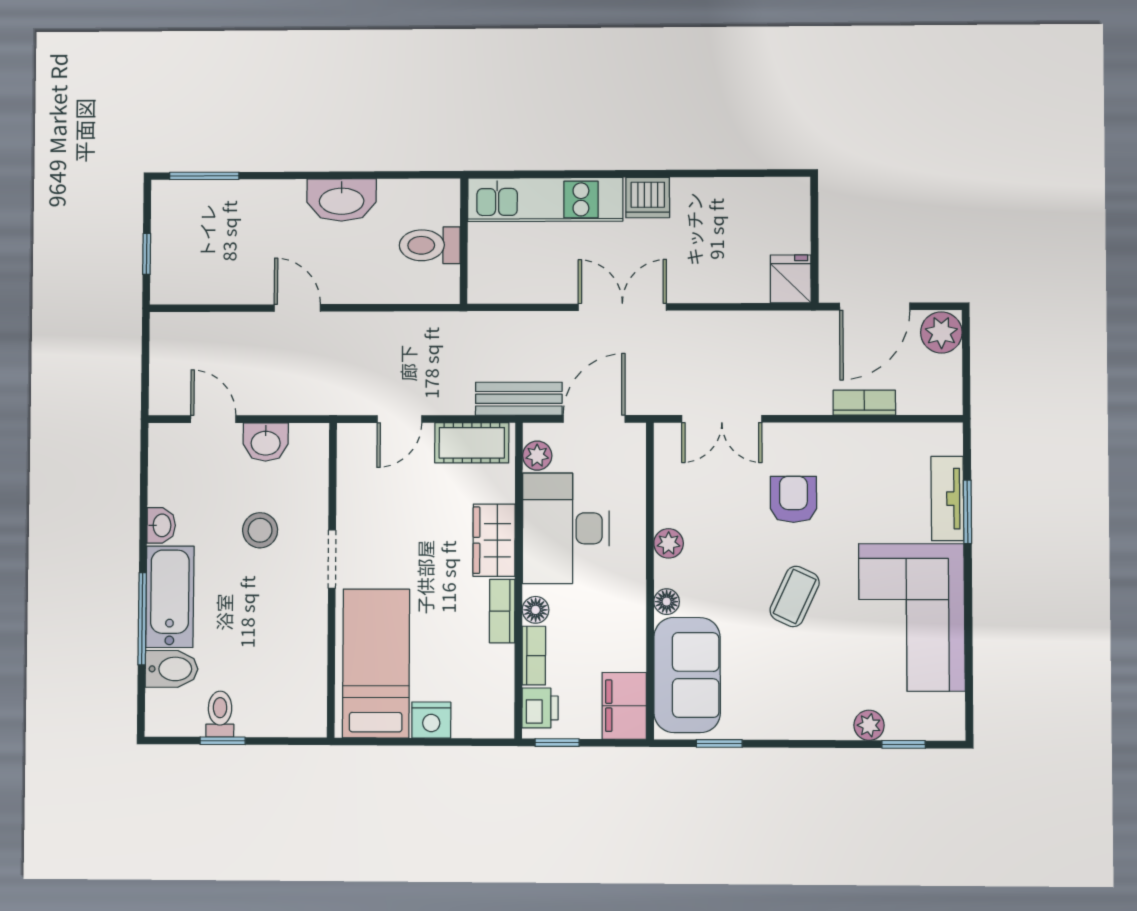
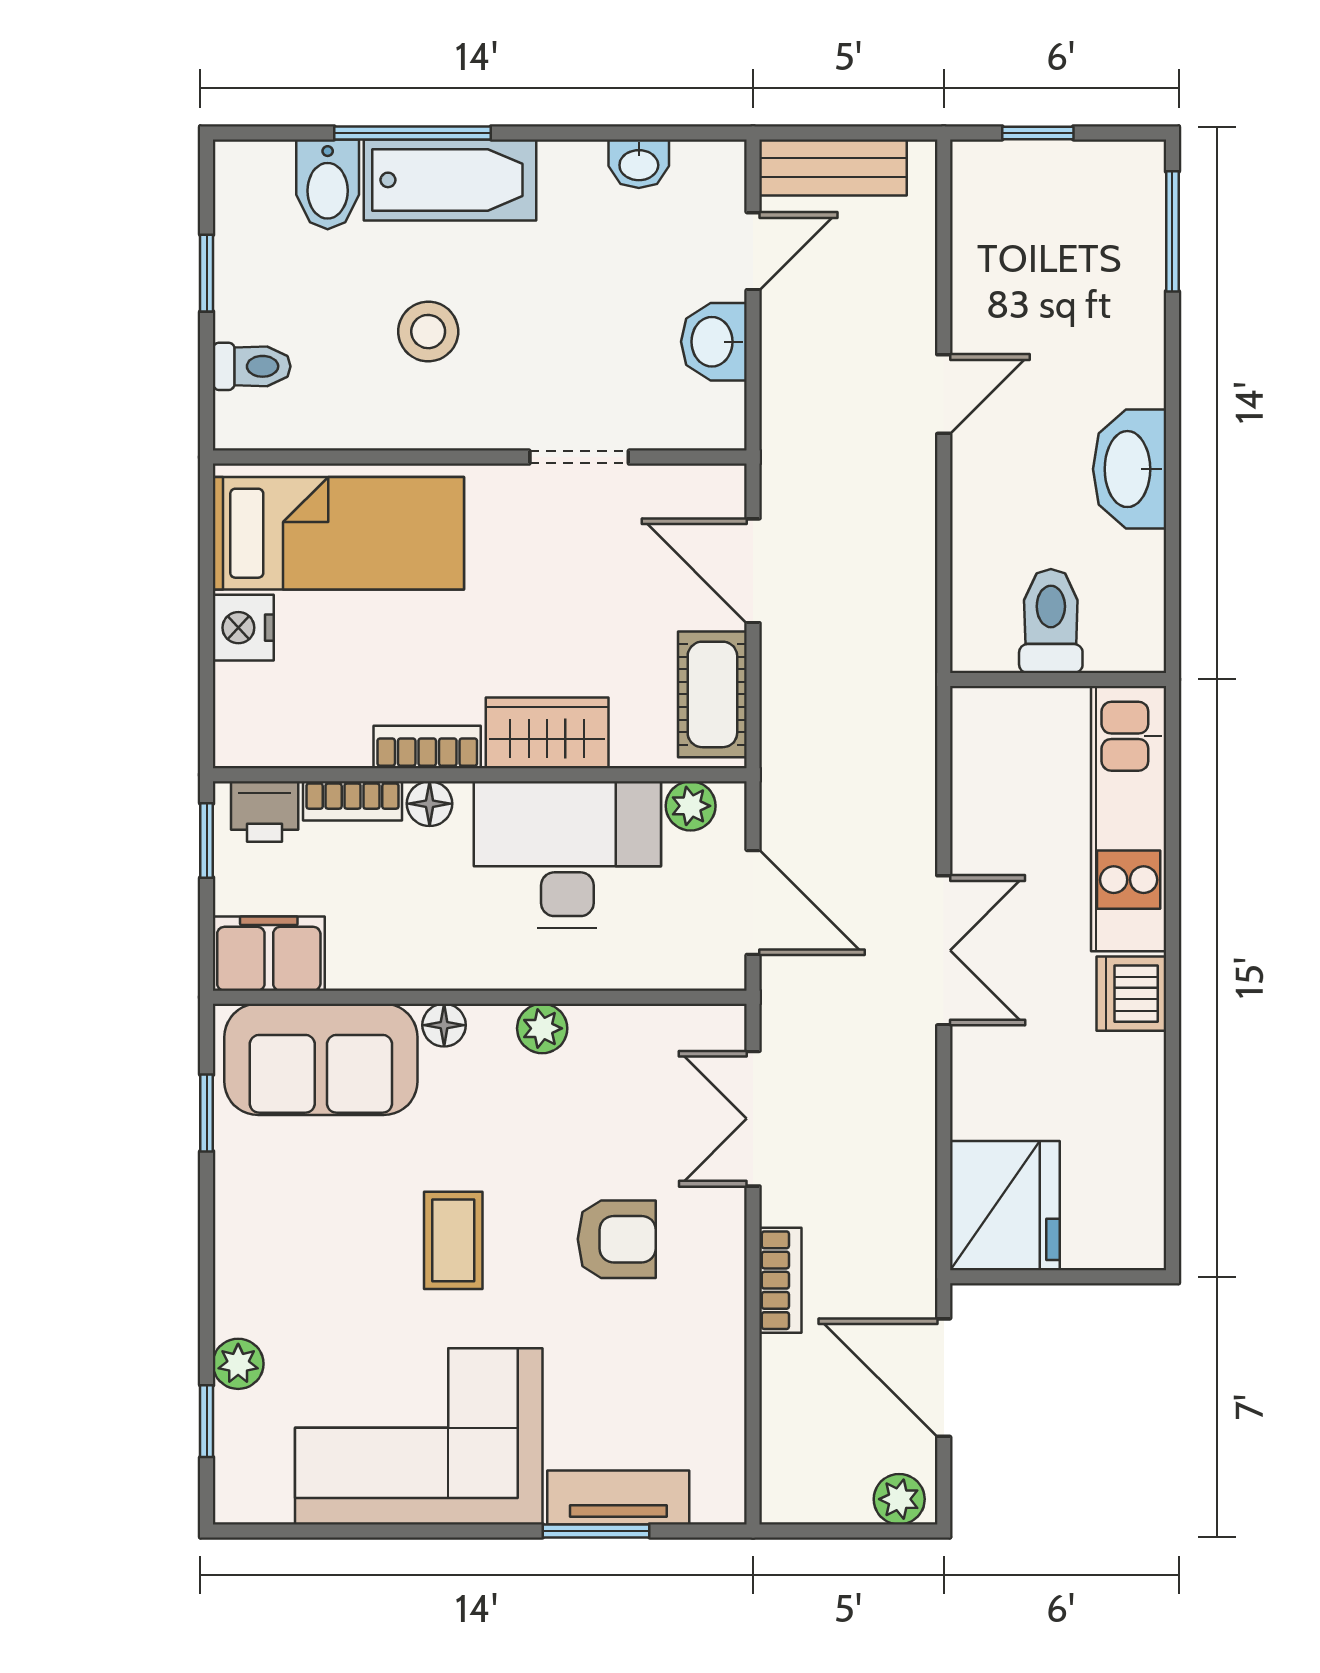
fridge: (791, 279) -> (1005, 1206), width x1.88, depth x1.34
plant: (941, 332) -> (899, 1499), width x0.73, depth x0.73
bench: (519, 399) -> (833, 167), moved, turned 90
bookcase: (864, 403) -> (780, 1280), moved
door: (399, 419) -> (753, 571), width x1.38
washbasin: (161, 525) -> (639, 164), moved
stool: (260, 530) -> (428, 332), moved
doorway: (332, 559) -> (579, 457), moved
coffee table: (795, 596) -> (453, 1240), turned 65
toilet: (220, 714) -> (252, 366), moved

